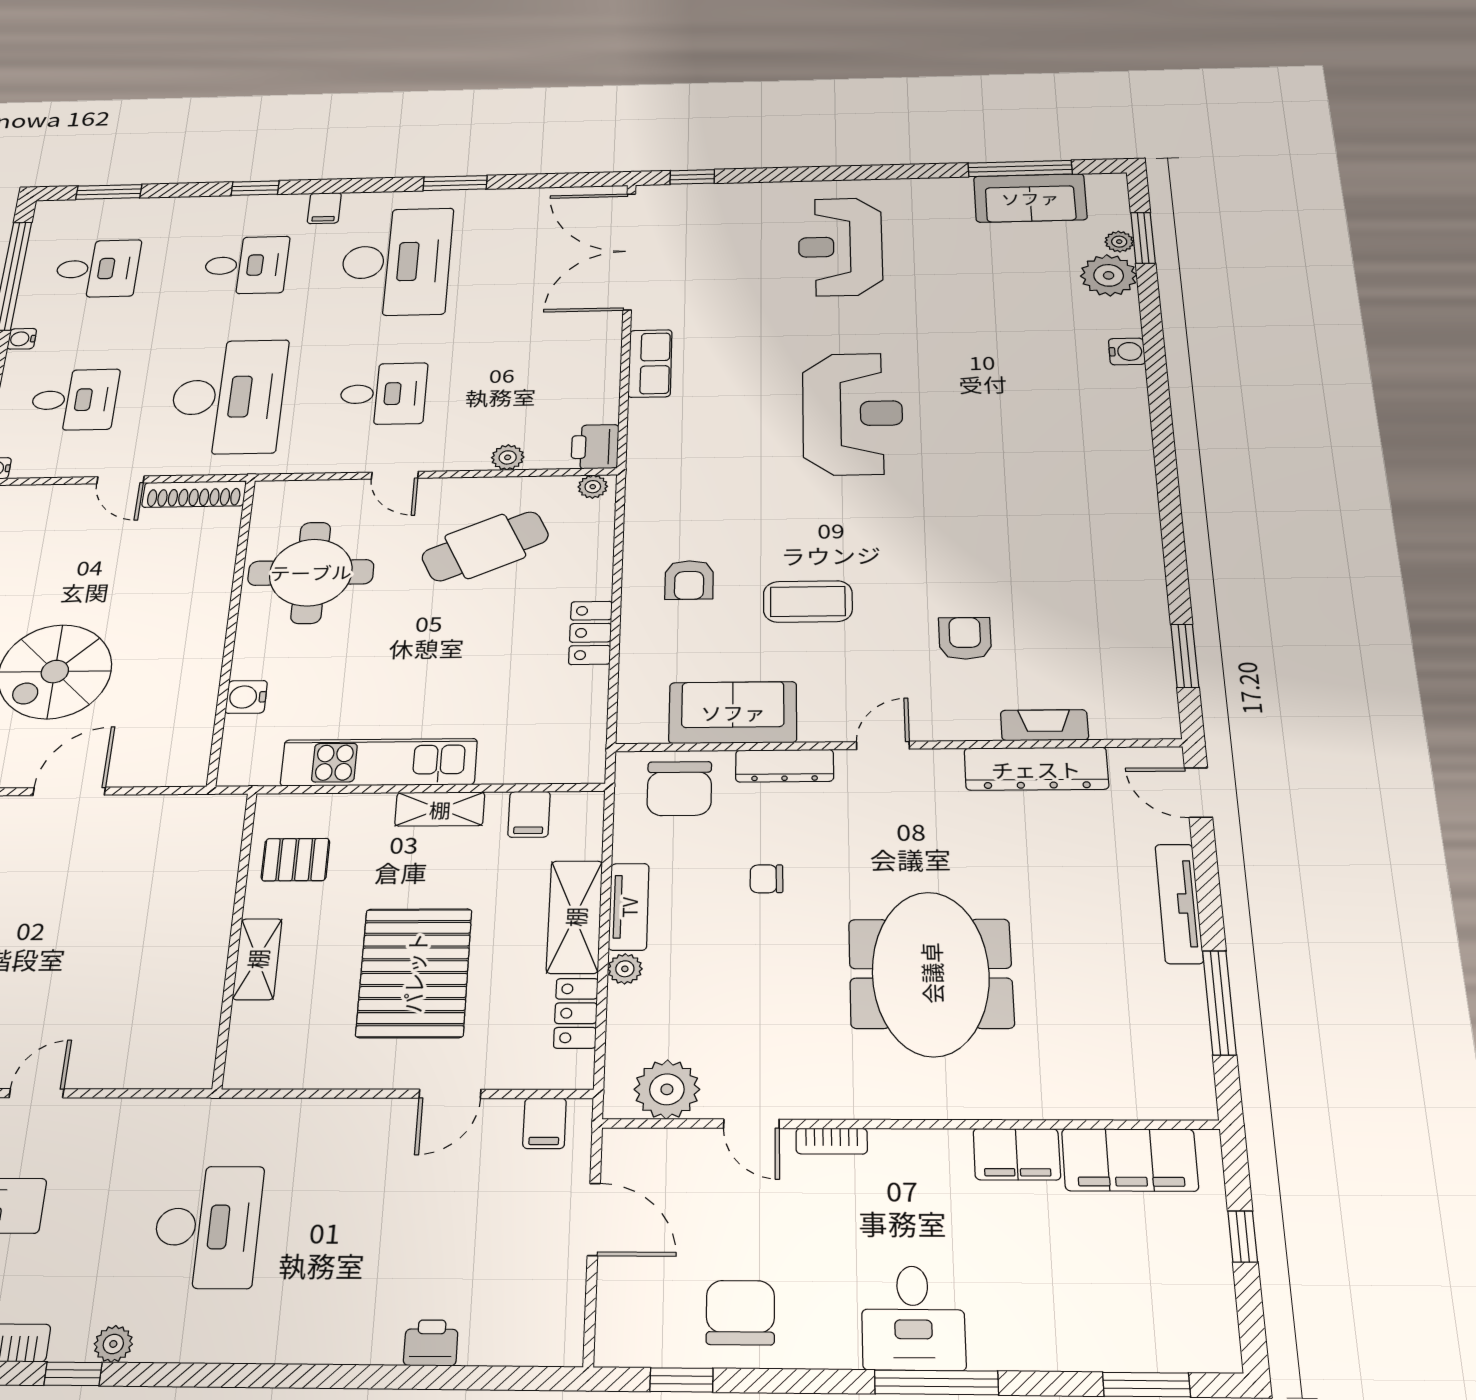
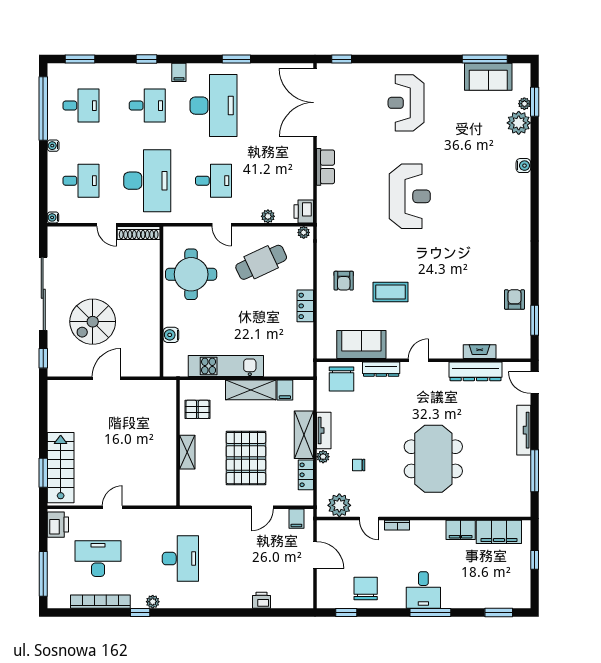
armchair: (965, 638) -> (514, 300), moved
shelving: (440, 809) -> (251, 390), width x1.50, depth x1.33
chair: (766, 879) -> (359, 465), moved

